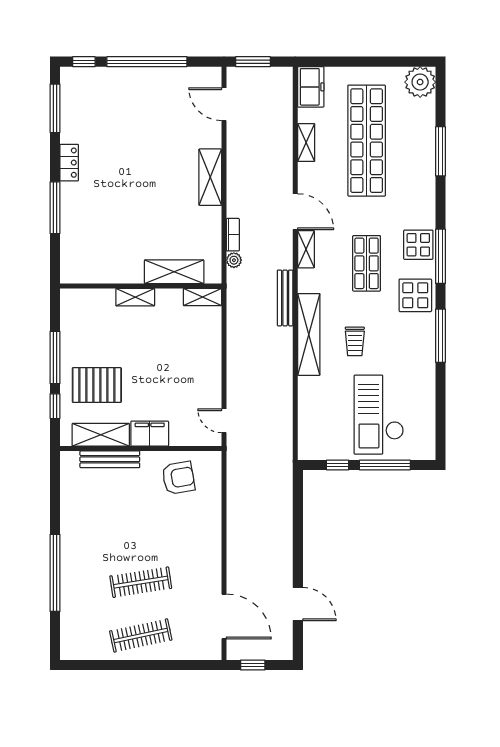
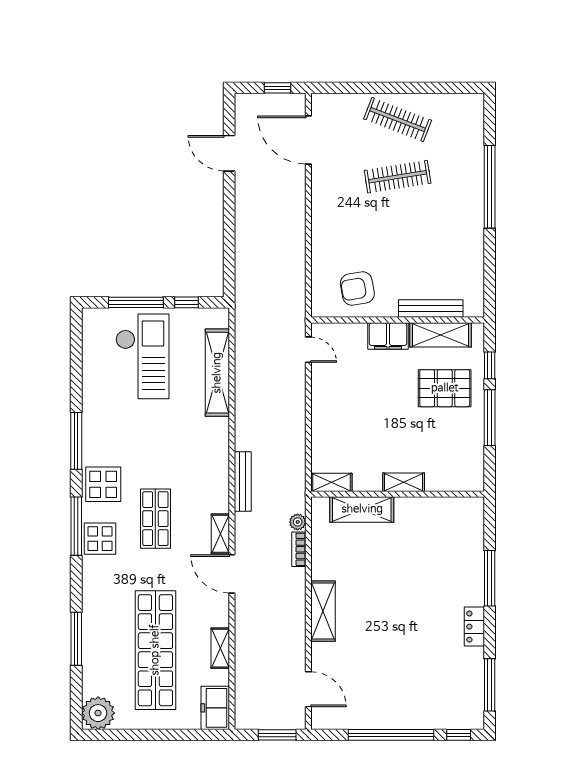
shelving: (309, 334) -> (217, 373), moved
trolley: (355, 341) -> (168, 435), removed
clothes rail: (141, 635) -> (398, 120), turned 33

